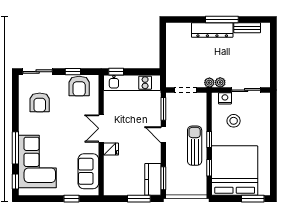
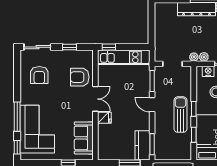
armchair: (79, 86) -> (80, 77), moved, turned 90
double door: (101, 128) -> (95, 99), swing flipped

